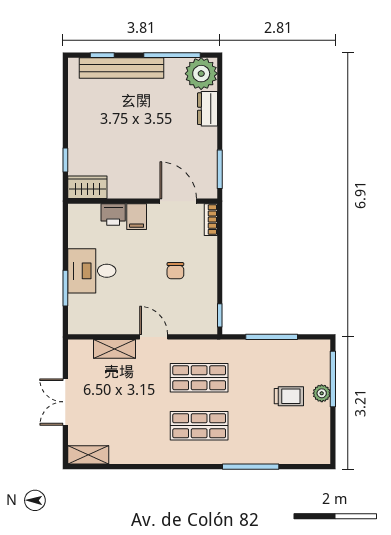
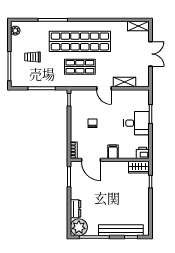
printer: (113, 215) -> (143, 153), moved
plant: (322, 393) -> (15, 31), moved
shop shelf: (199, 426) -> (80, 41), width x2.00, depth x1.36

